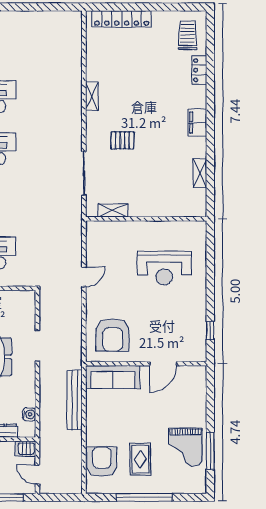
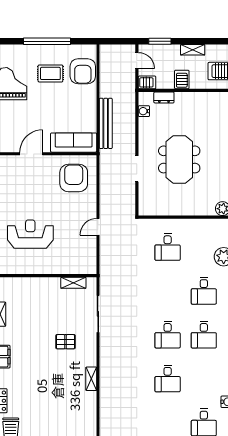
rug: (140, 459) -> (50, 73), turned 90

